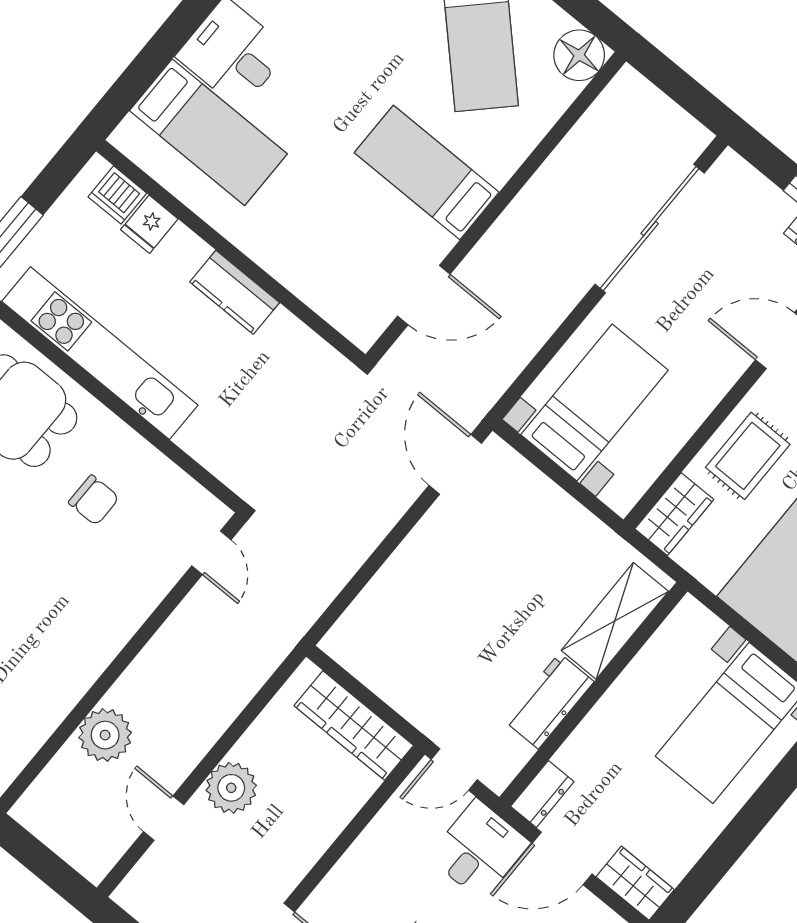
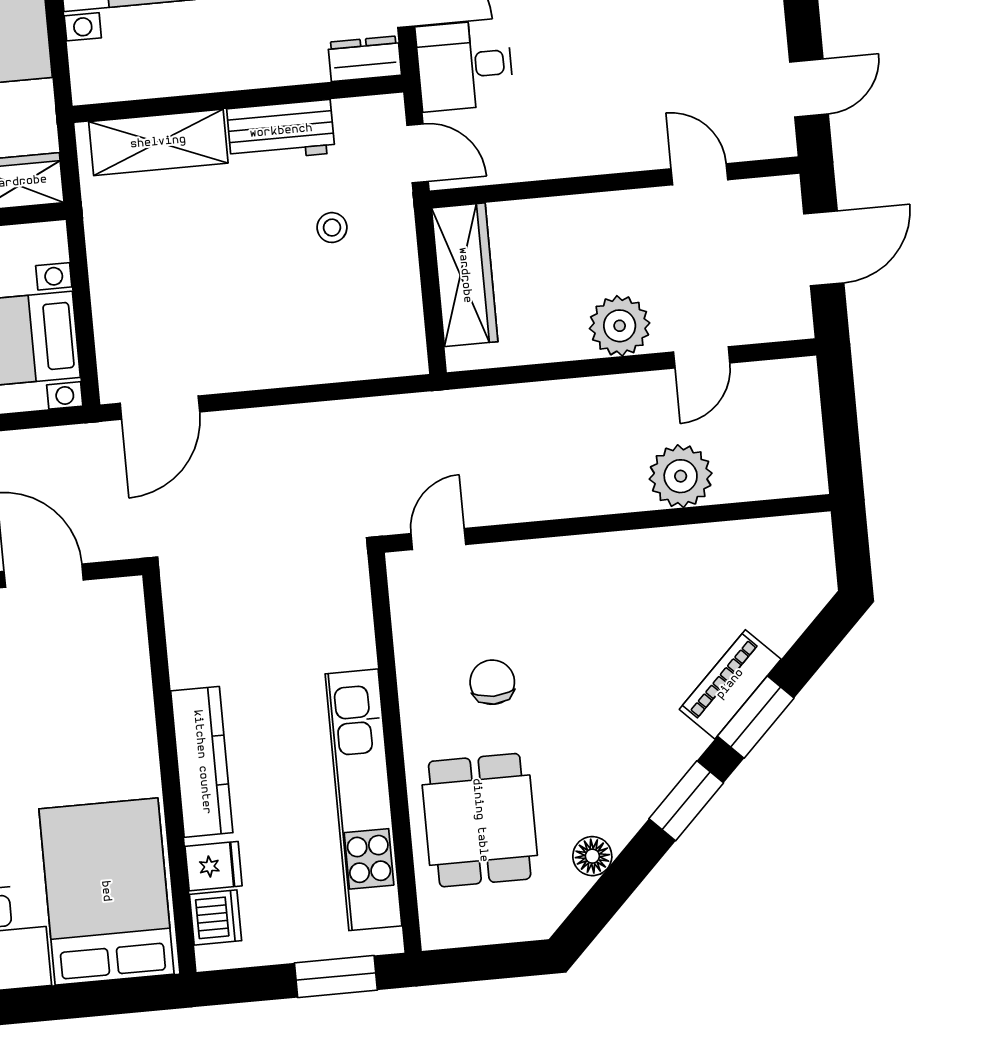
bed: (208, 132) -> (106, 891), width x1.50
kitchen counter: (235, 292) -> (202, 762), width x1.50
stool: (461, 674) -> (332, 228), added

